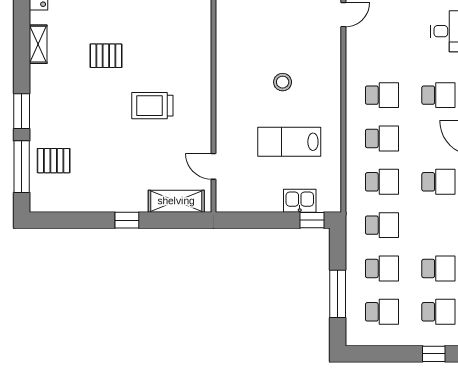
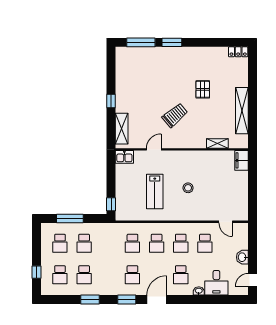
shelving: (38, 44) -> (217, 143), moved
trolley: (152, 106) -> (175, 115), turned 50
lab bench: (289, 142) -> (155, 192), turned 180
pallet: (54, 161) -> (144, 60), removed
door: (214, 166) -> (154, 149), moved
kitchen sink: (300, 201) -> (124, 157), moved, turned 90
school desk: (382, 225) -> (205, 243), moved

